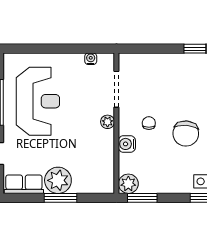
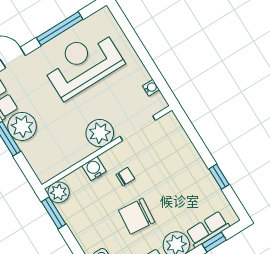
reception desk: (38, 101) -> (83, 64), turned 180
plant: (108, 122) -> (100, 133), width x1.87, depth x1.87

